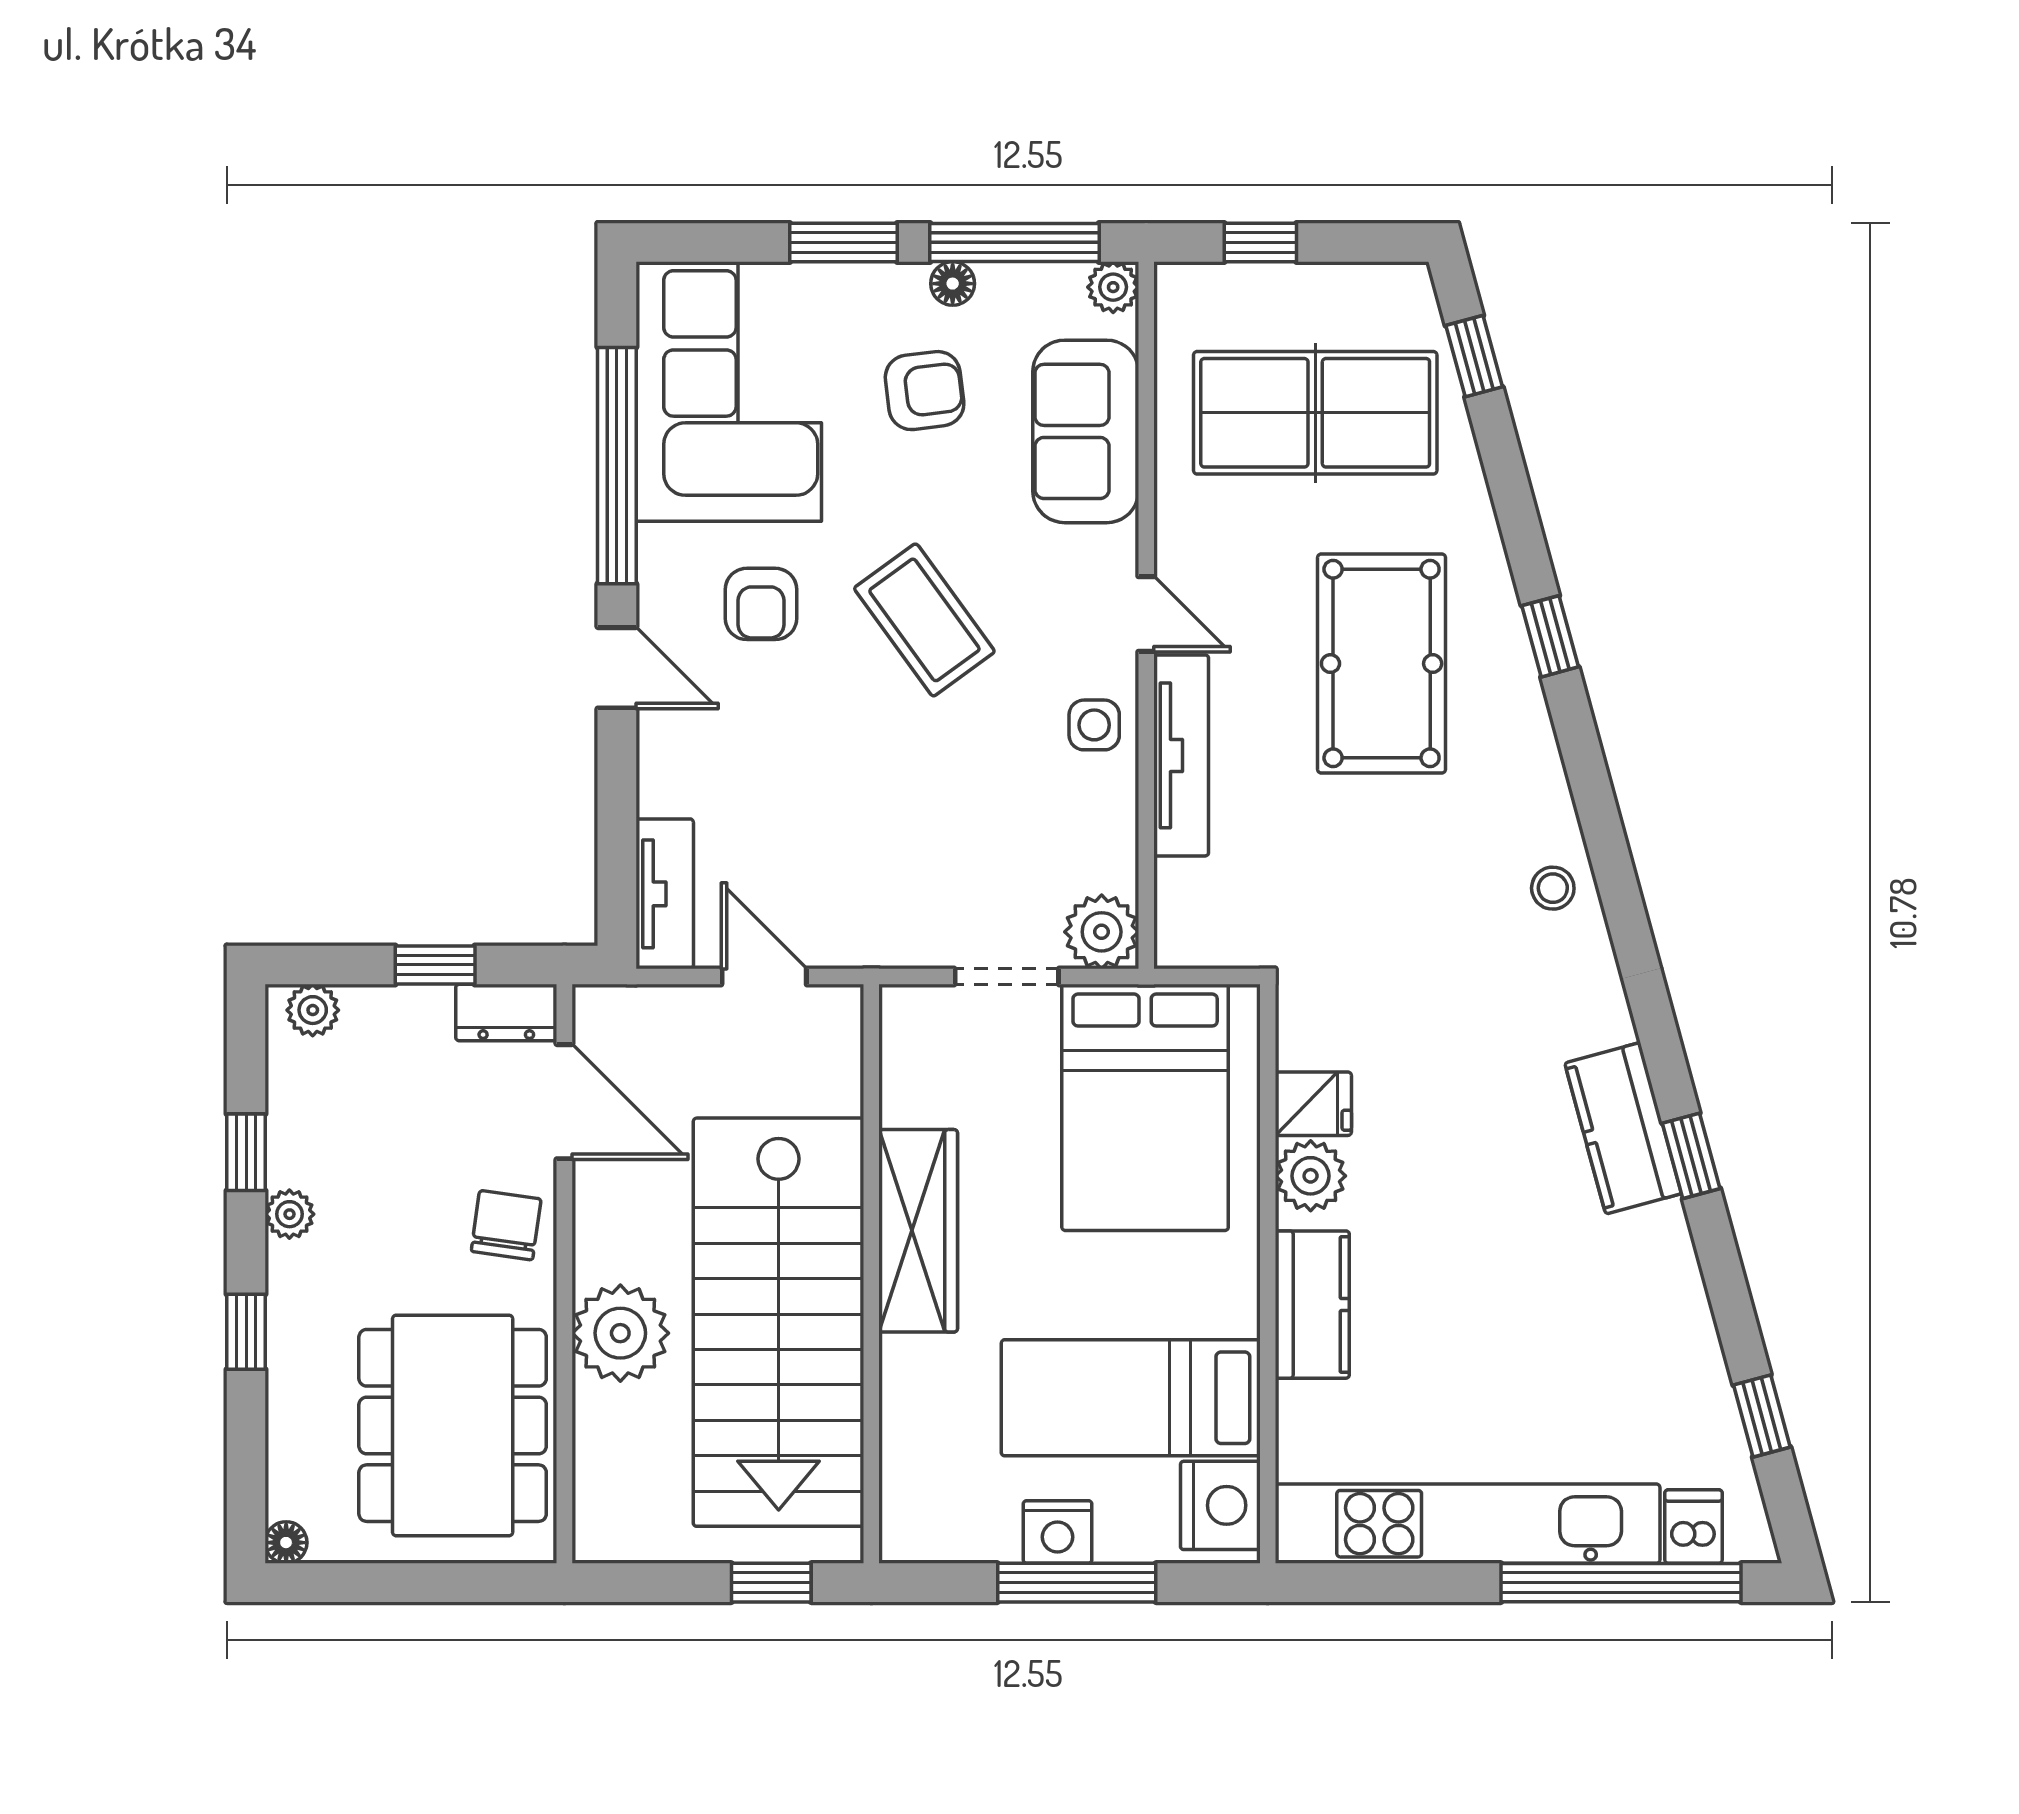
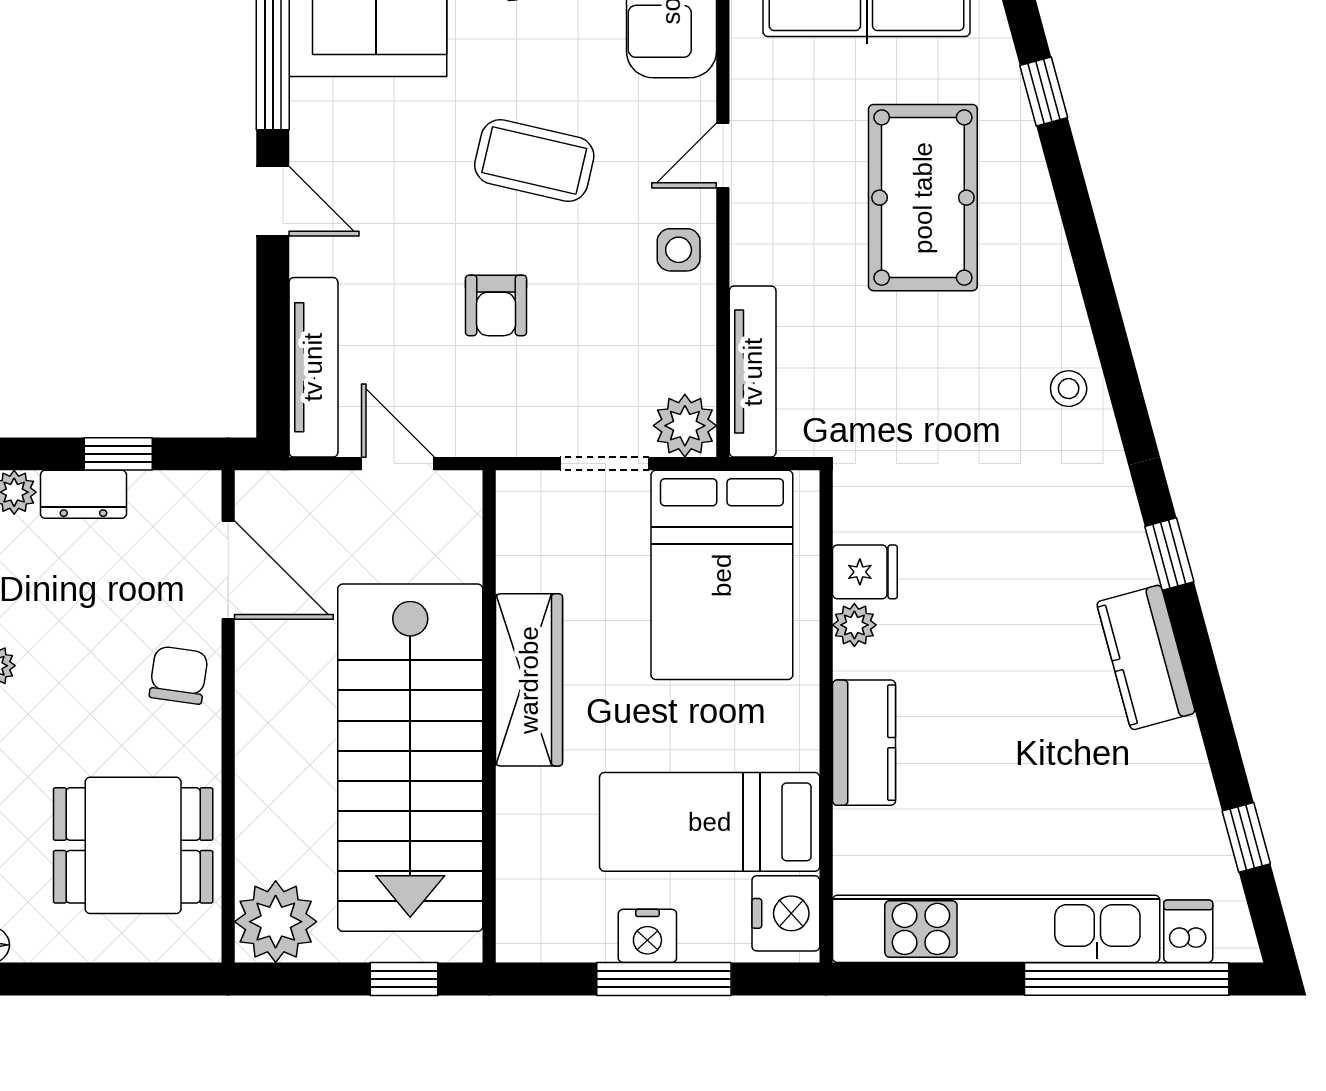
armchair: (761, 604) -> (496, 305), moved
door: (1146, 614) -> (723, 155), swing flipped
coffee table: (924, 620) -> (534, 161), turned -41
window: (1550, 636) -> (1044, 91), moved
tv unit: (1181, 755) -> (753, 372), moved
tv unit: (665, 894) -> (313, 367), width x1.41
dresser: (506, 1013) -> (83, 494), moved
kitchen counter: (1623, 1128) -> (1146, 657), moved
window: (1691, 1156) -> (1169, 554), moved
plant: (1311, 1176) -> (854, 625), width x0.73, depth x0.73
plant: (620, 1333) -> (276, 922), moved
dining table: (453, 1425) -> (133, 845), width x0.73

